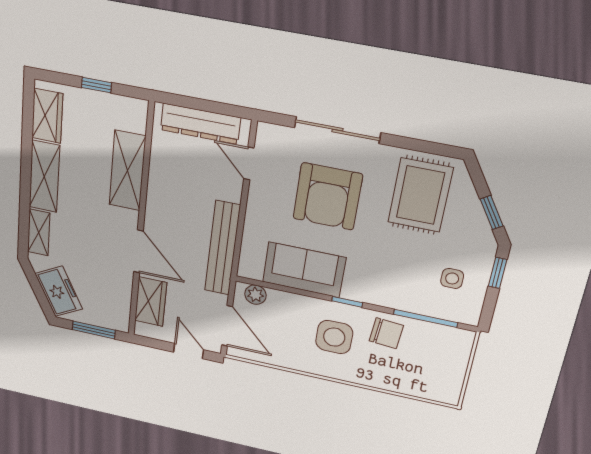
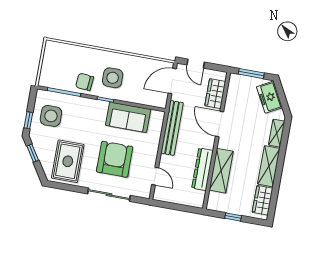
dresser: (200, 124) -> (203, 169), moved, turned -90
side table: (452, 278) -> (51, 116), width x1.87, depth x1.87
plant: (255, 295) -> (155, 101), removed
door: (227, 326) -> (172, 81), hinge flipped

